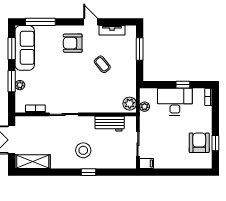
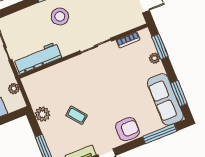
armchair: (73, 43) -> (127, 129), moved
window: (12, 81) -> (160, 47), moved
plant: (130, 104) -> (42, 114), moved
workbench: (110, 124) -> (38, 58), width x1.38

